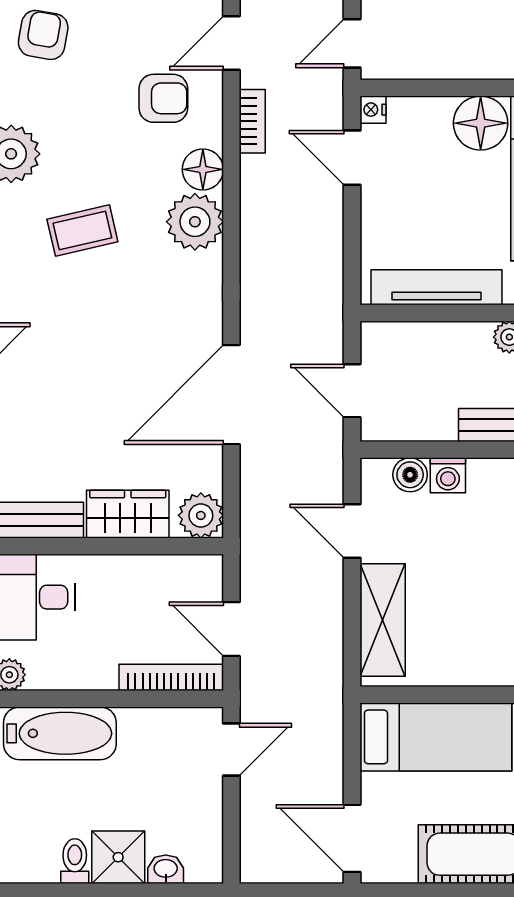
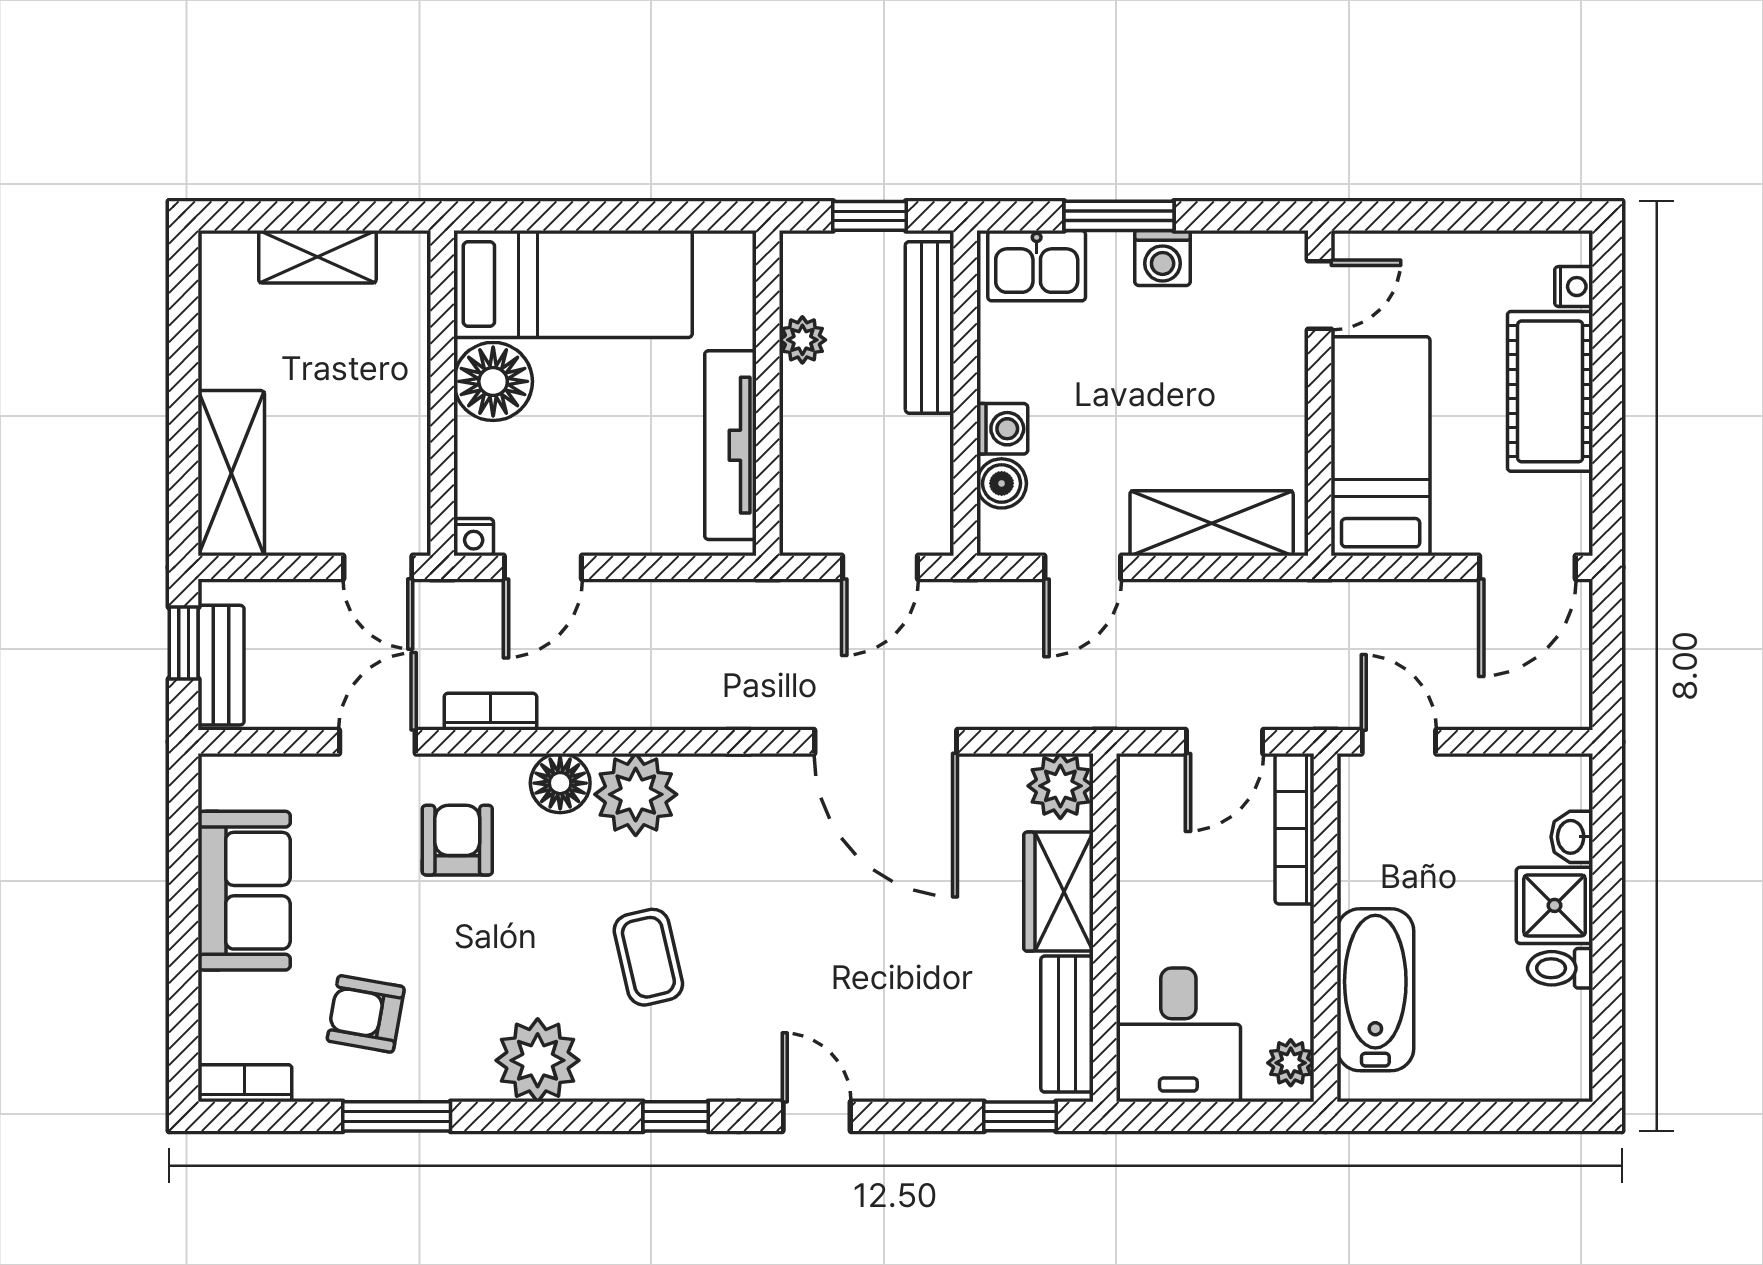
door: (231, 43) -> (377, 742), swing flipped

